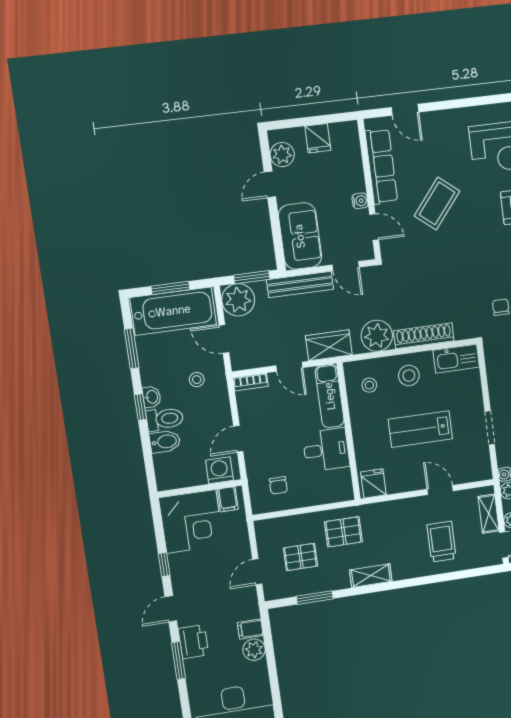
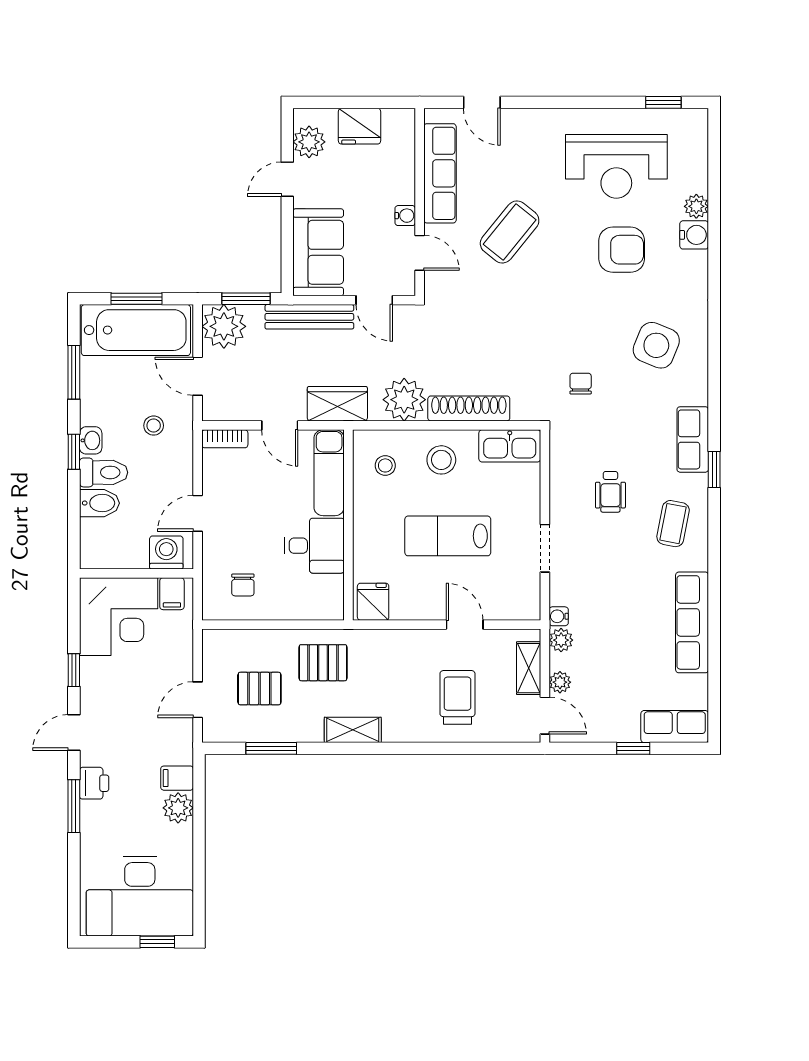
fridge: (318, 138) -> (359, 126), width x1.38
printer: (193, 642) -> (94, 783), width x0.73, depth x0.81

